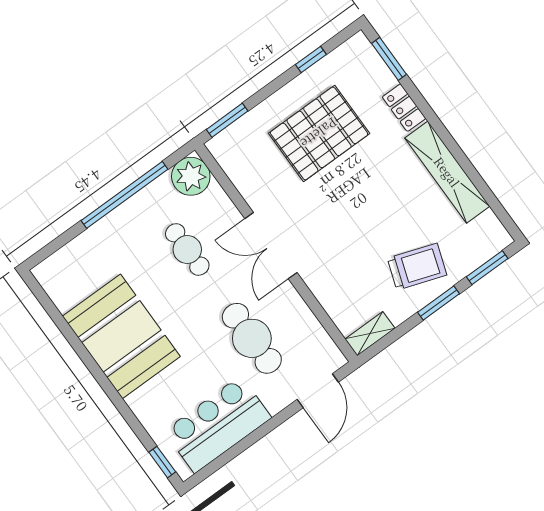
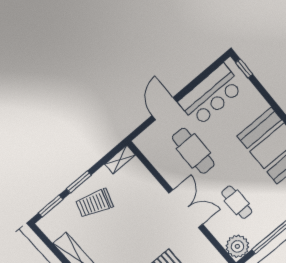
door: (318, 391) -> (164, 109), moved

